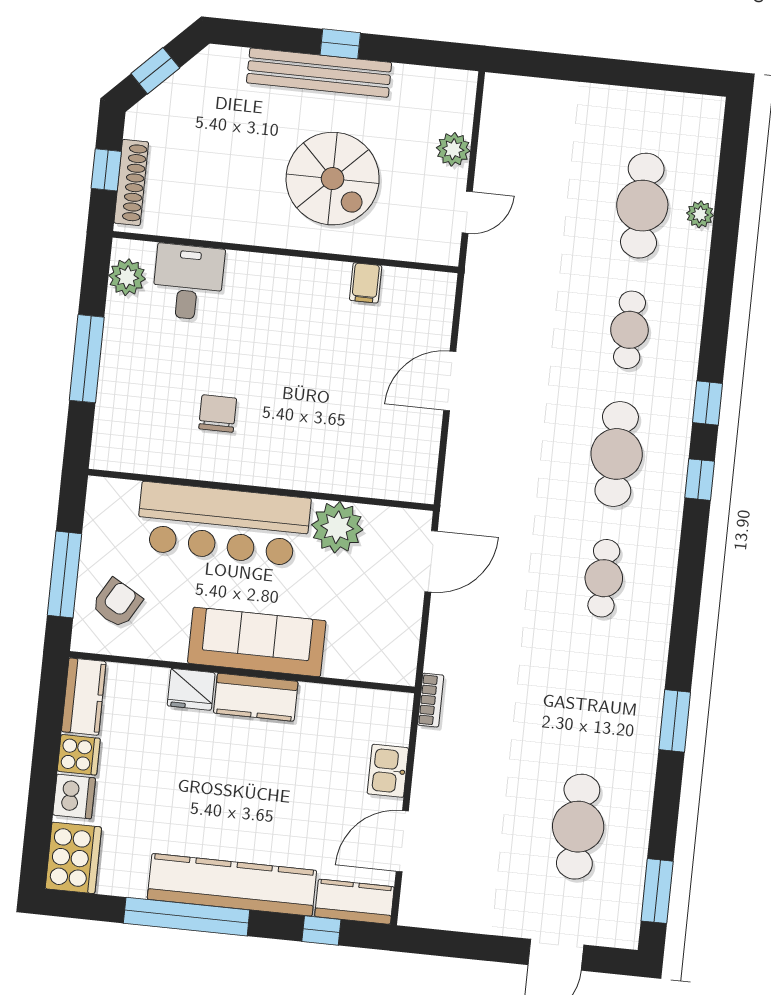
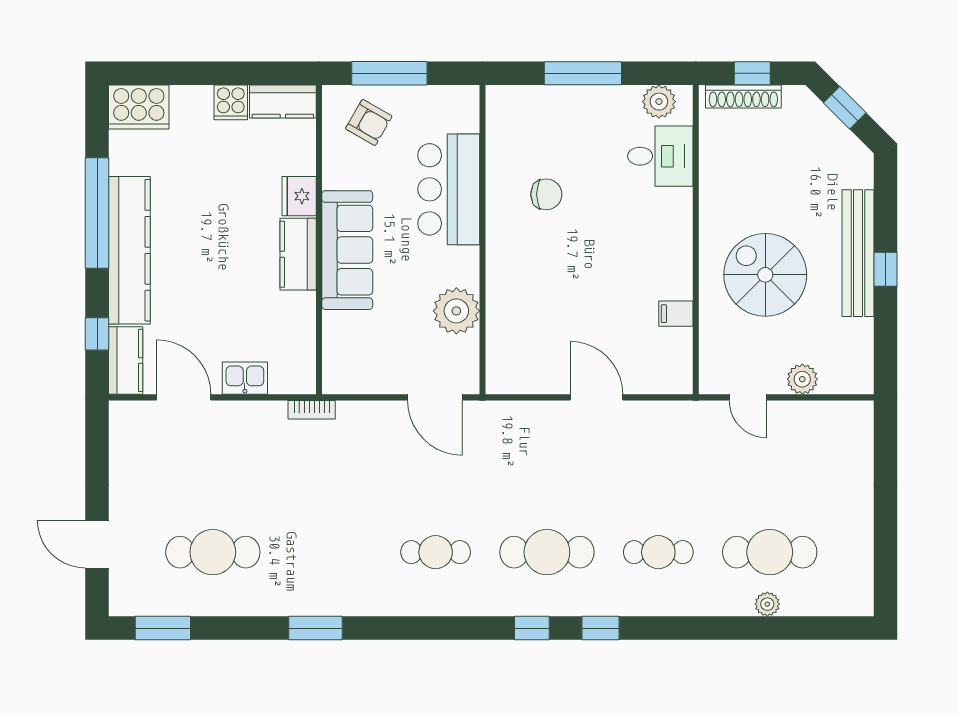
spiral stairs: (333, 179) -> (765, 275), turned 90
bar counter: (223, 524) -> (449, 189), width x0.73
dishwasher: (74, 796) -> (193, 102), removed

